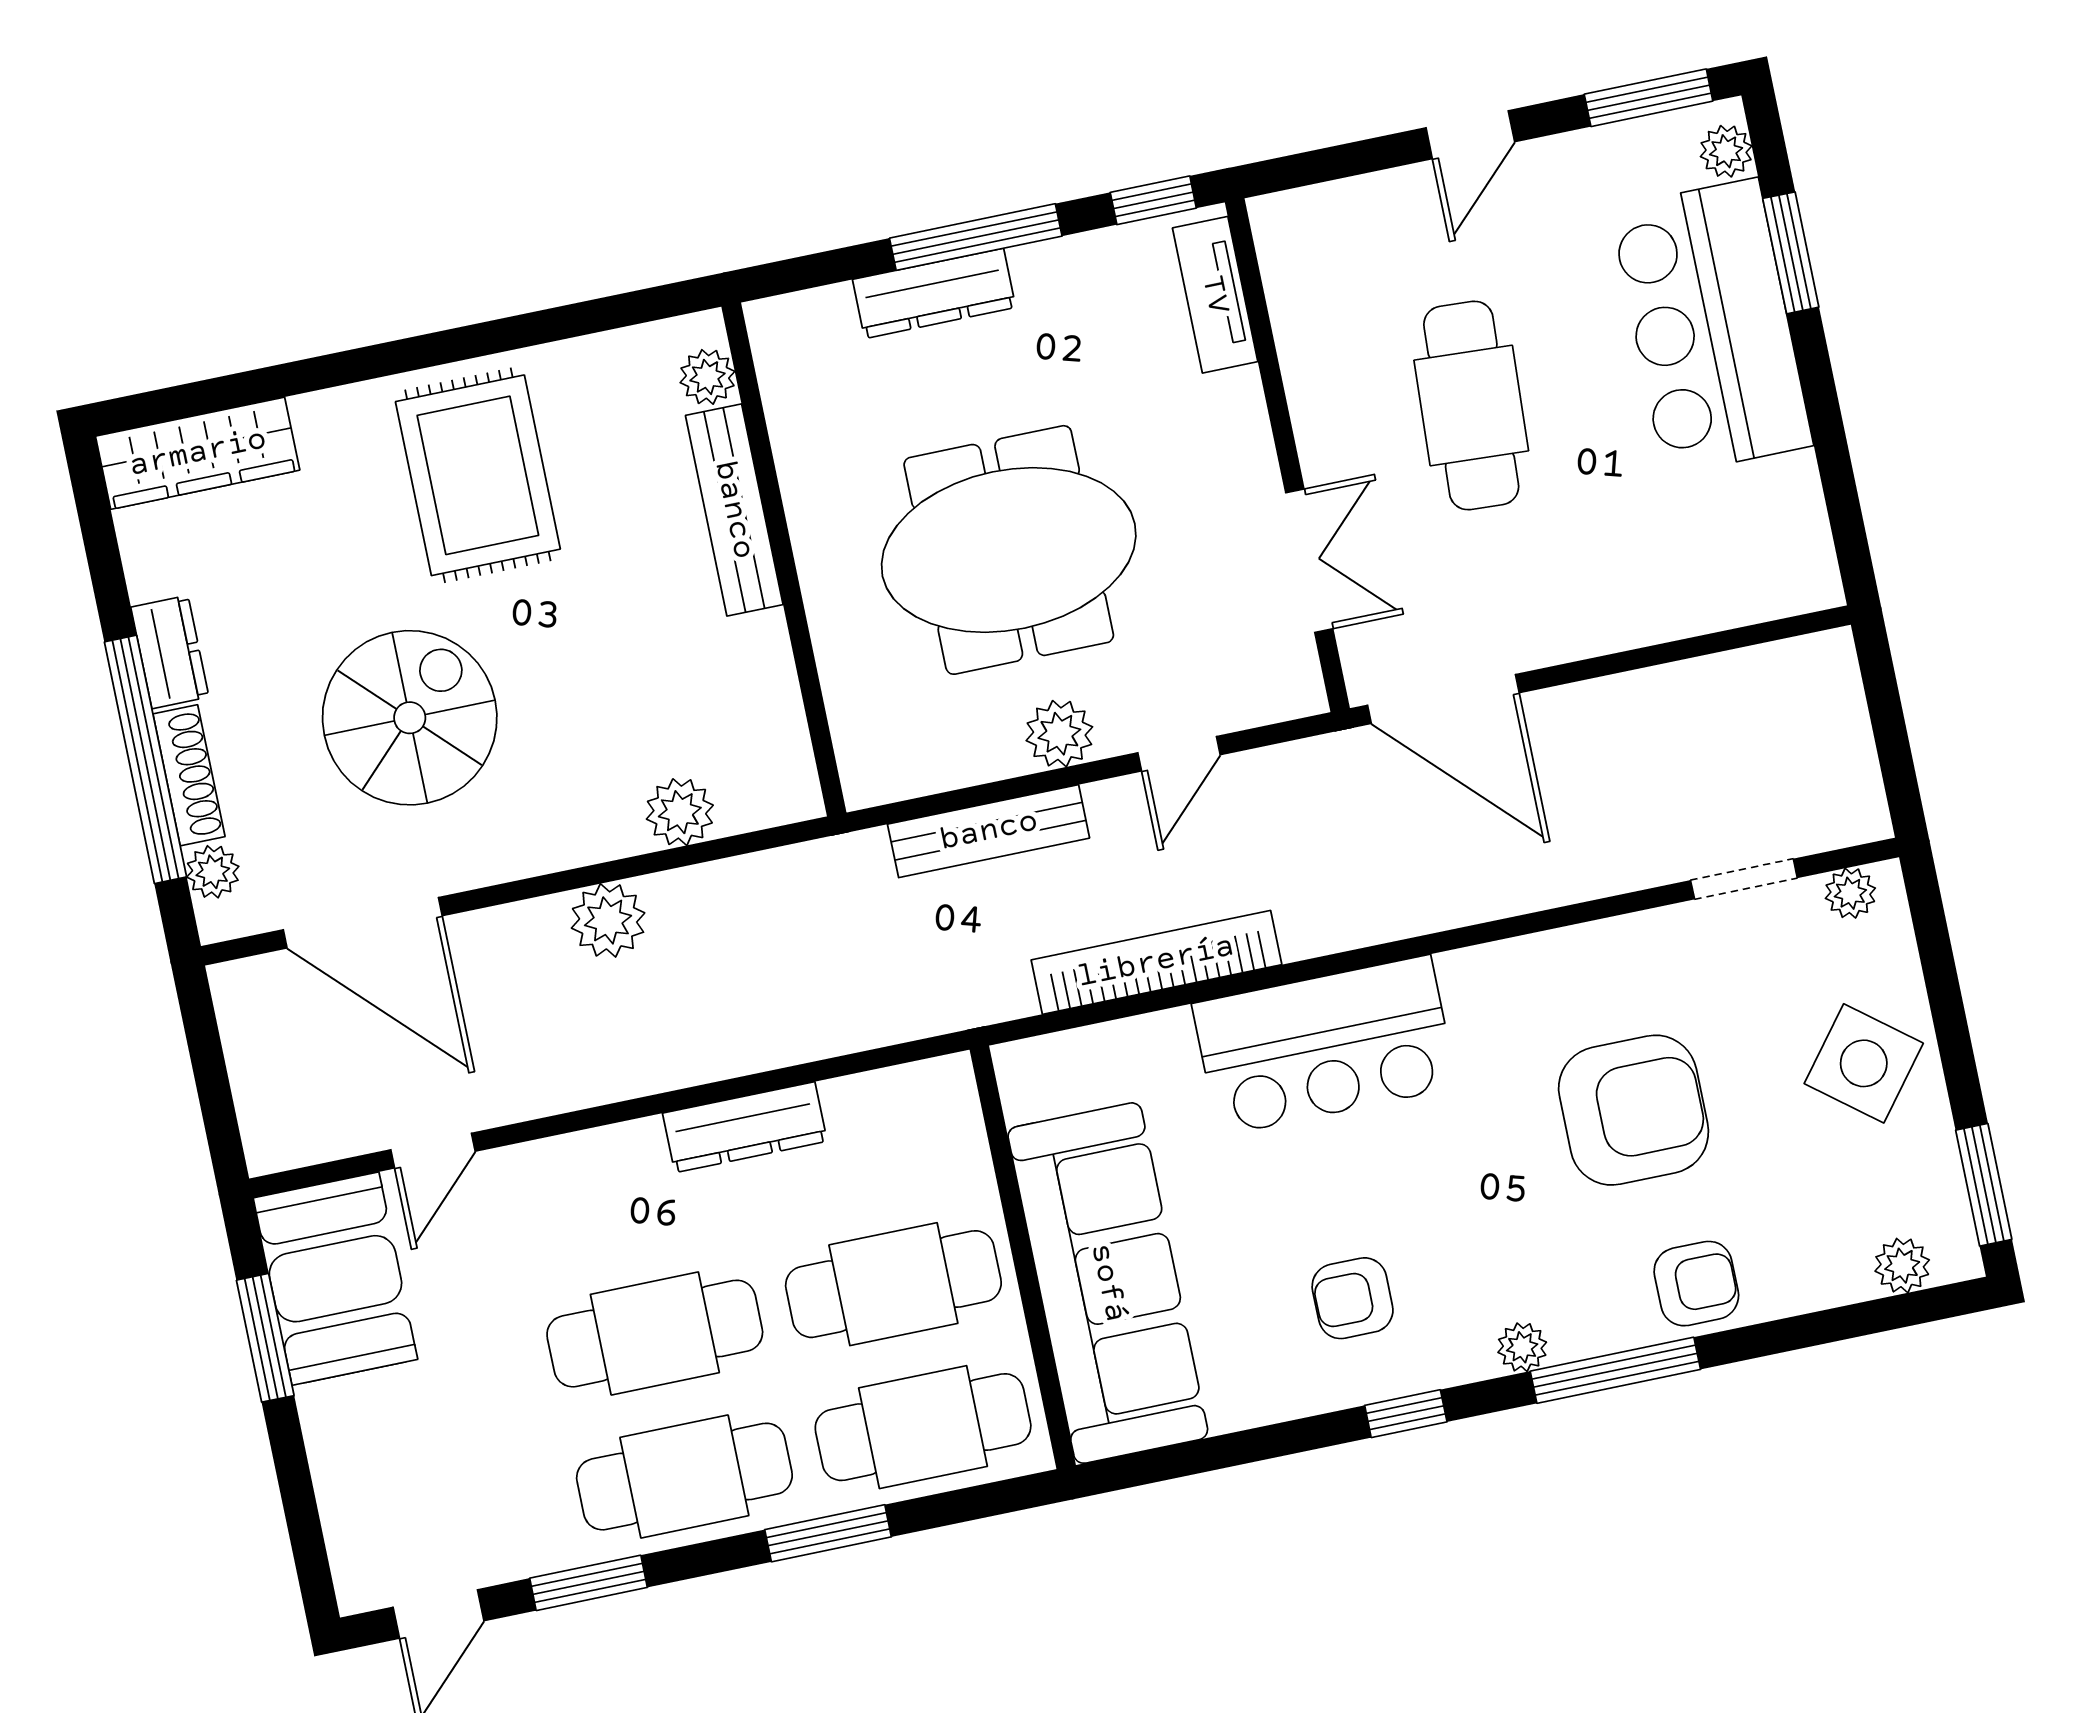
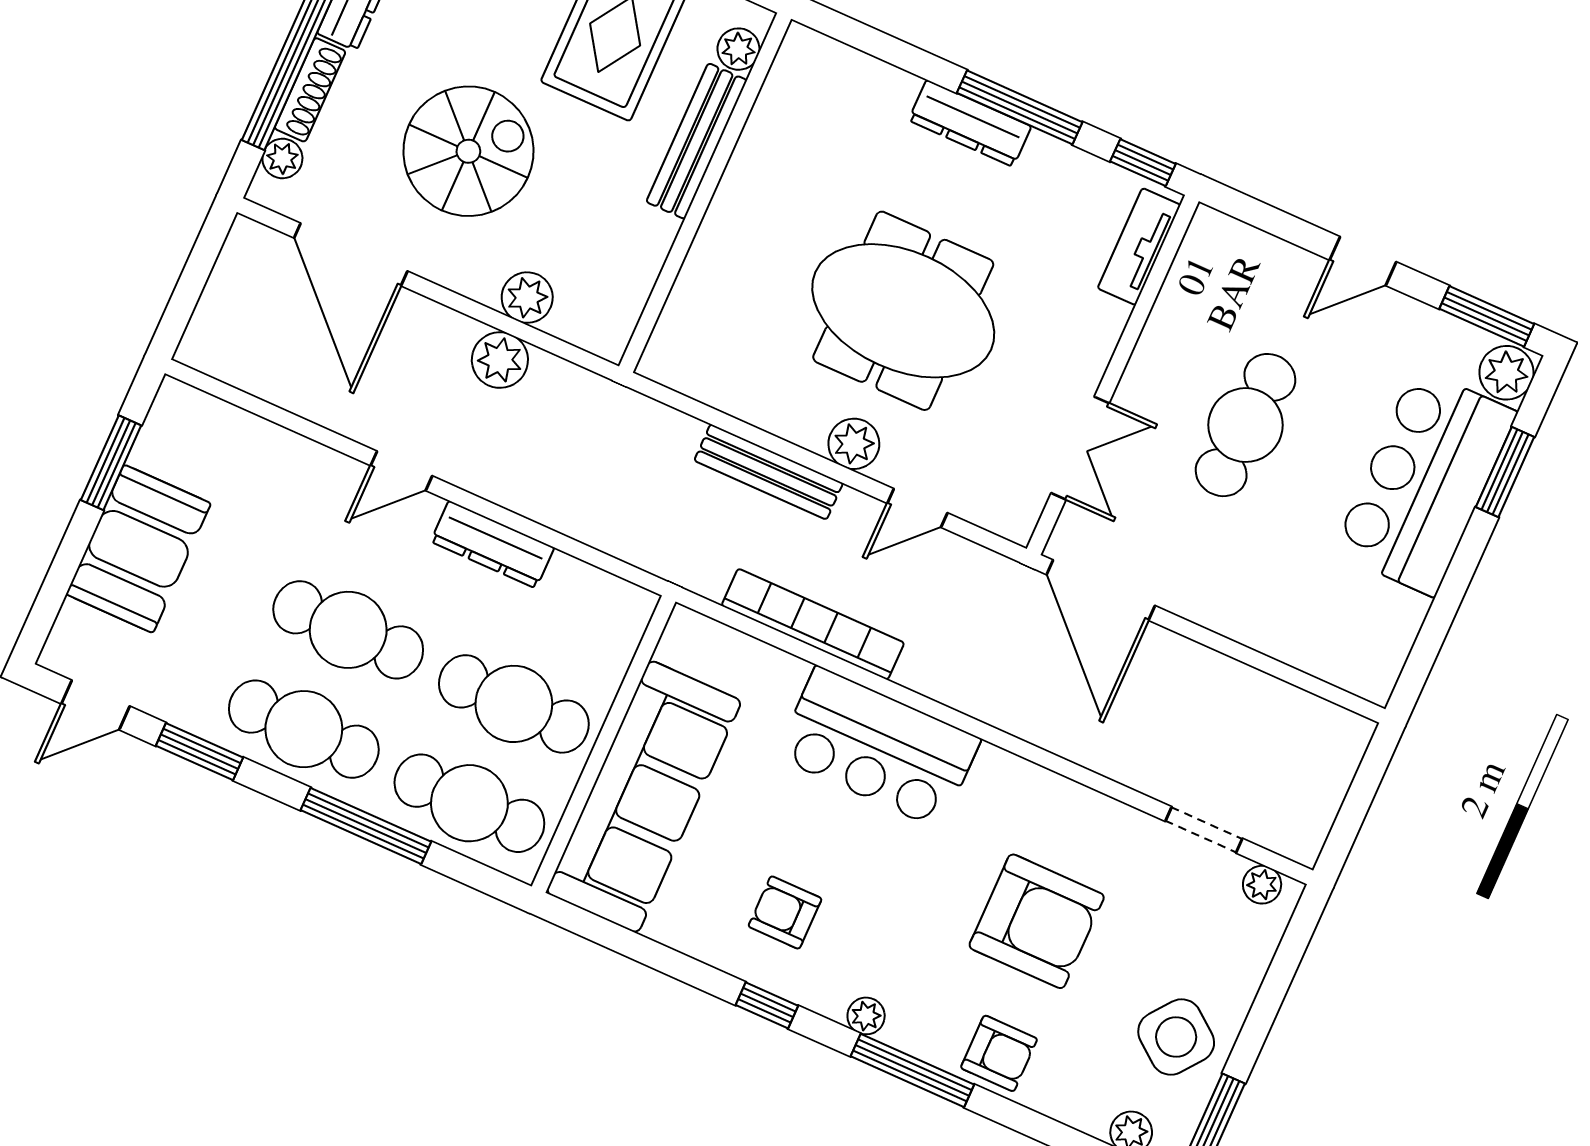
plant: (1726, 151) -> (1506, 373), width x1.38, depth x1.38
plant: (707, 377) -> (738, 49), moved
bench: (734, 510) -> (697, 141), moved
wall: (784, 560) -> (705, 193), moved
plant: (680, 812) -> (527, 298), moved
side table: (1864, 1063) -> (1176, 1037), moved
door: (433, 1151) -> (401, 471), moved
booth: (335, 1279) -> (138, 549), moved
window: (828, 1533) -> (366, 826), width x1.44

